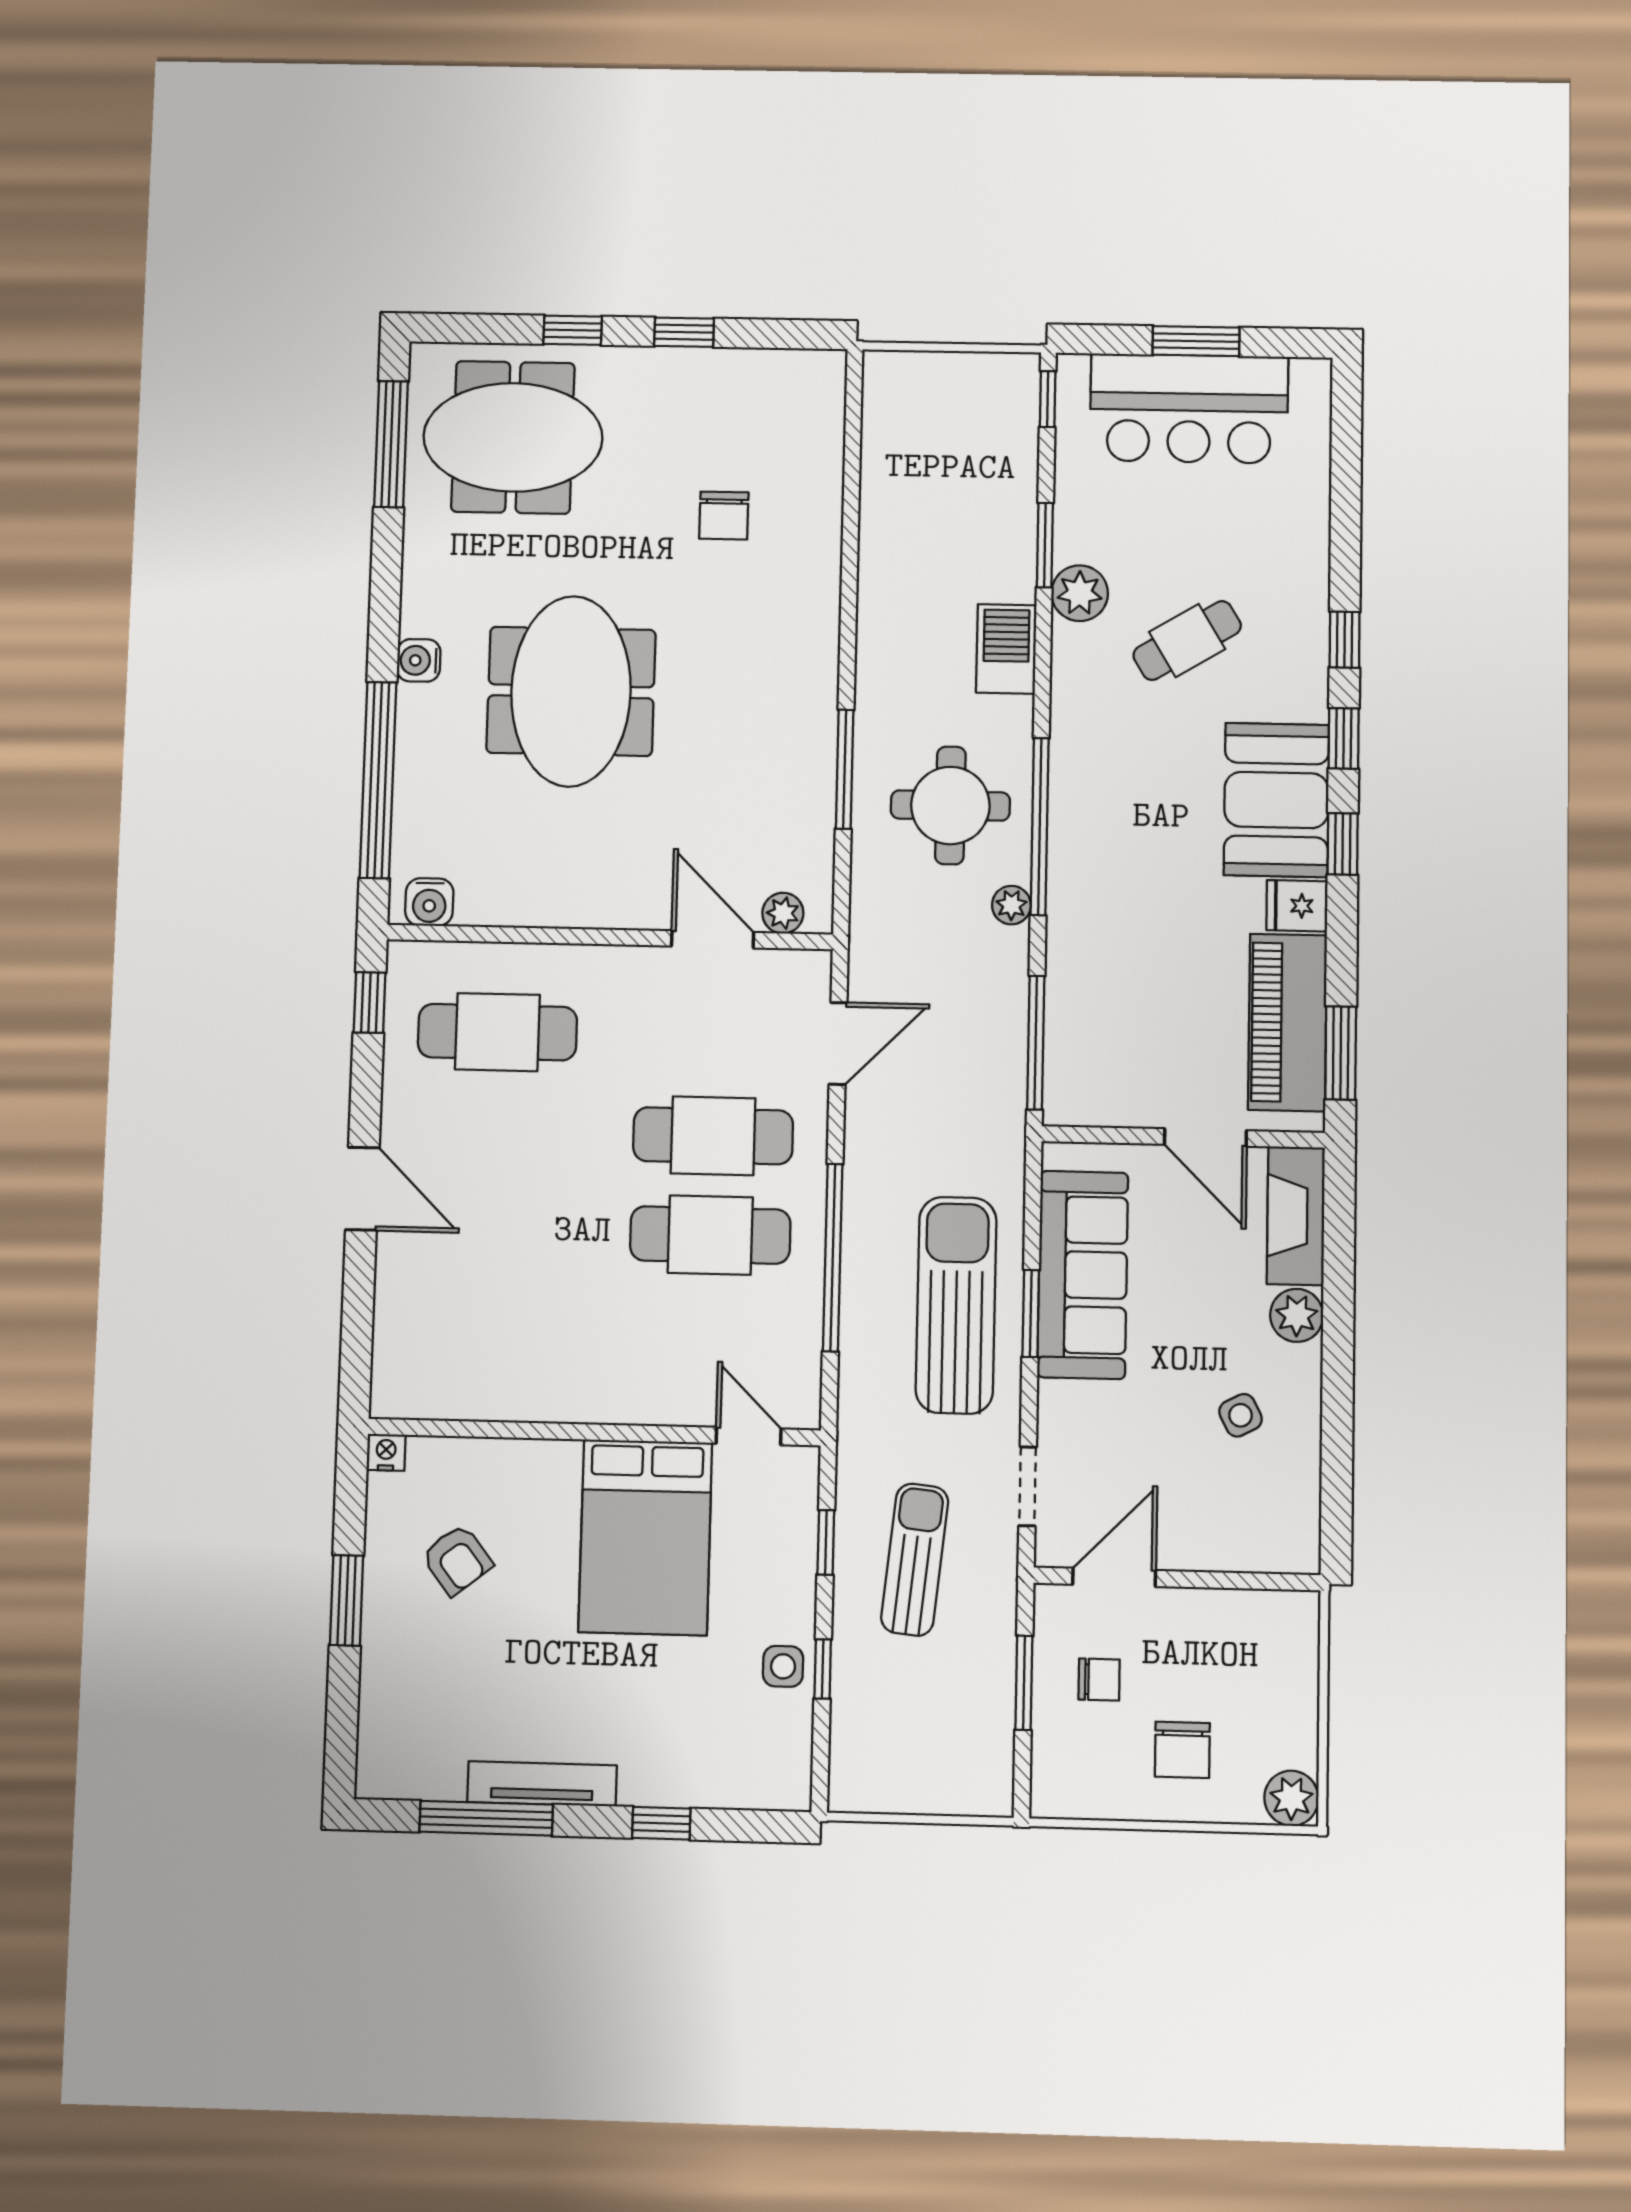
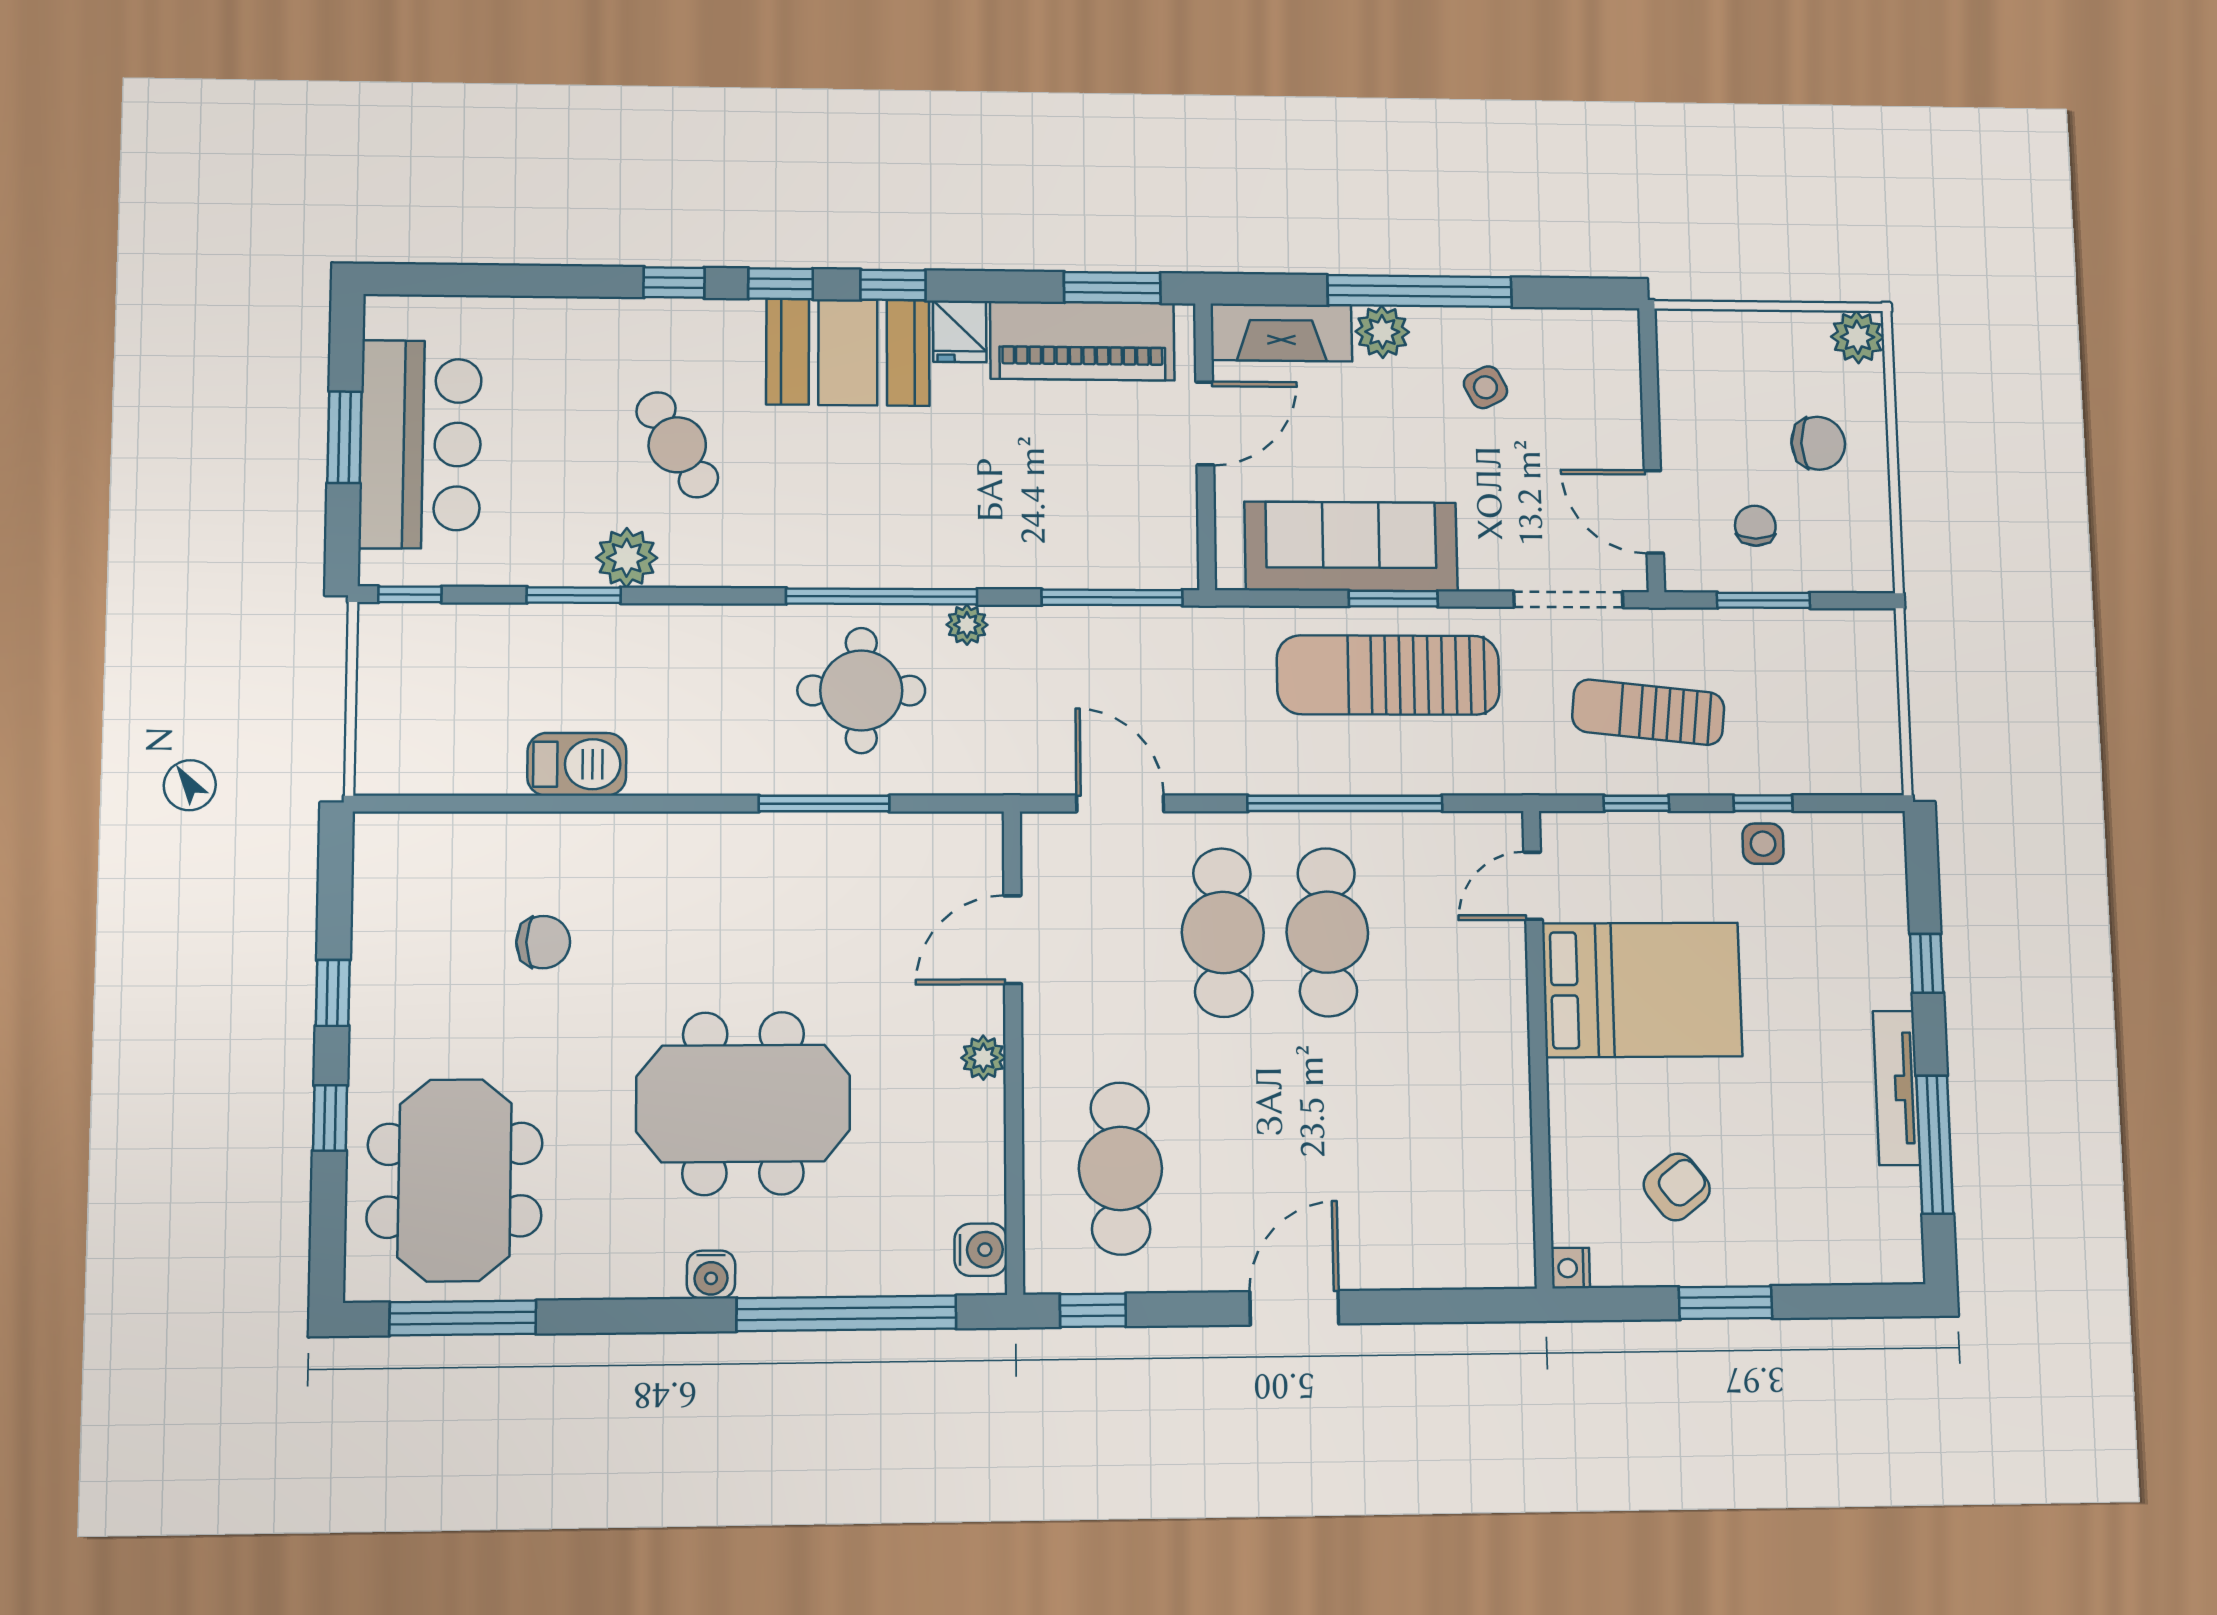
barbecue: (1006, 649) -> (577, 764), moved, turned 180
plant: (783, 913) -> (983, 1058), moved
window: (1338, 1355) -> (1420, 291), added
doorway: (1028, 1486) -> (1568, 599), width x1.38

